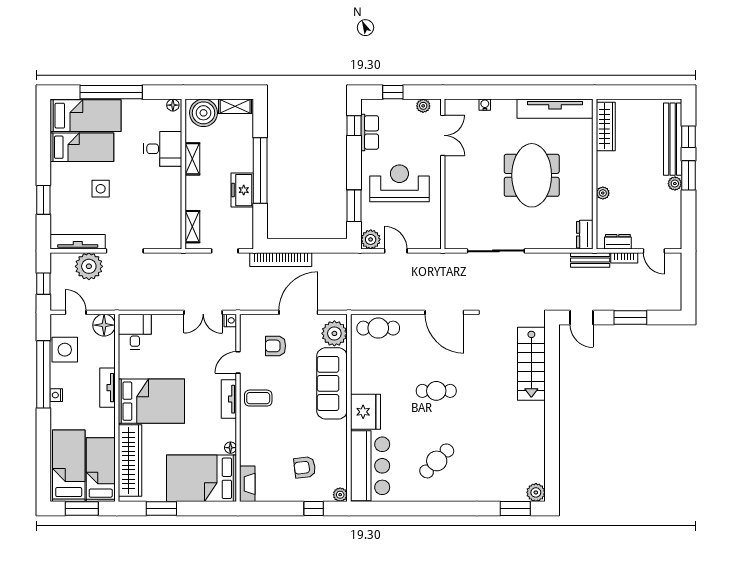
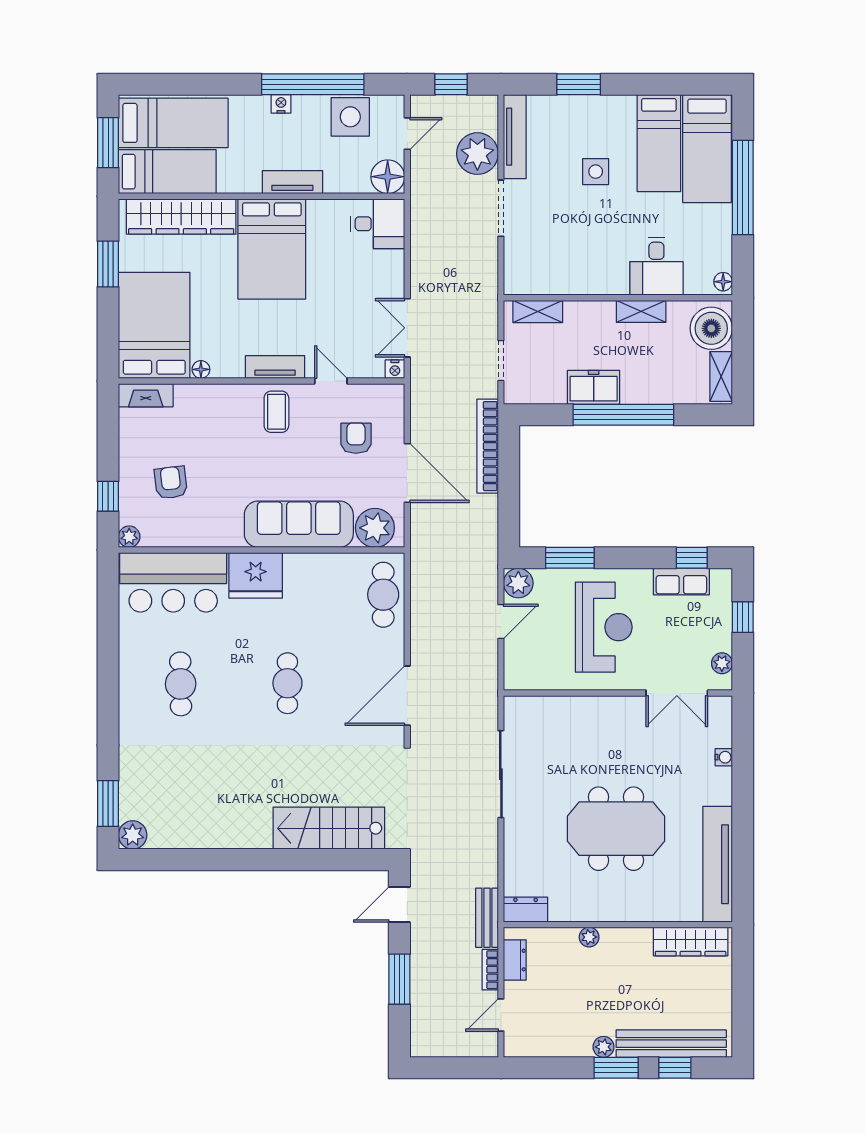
cafe table: (437, 461) -> (181, 684), turned 45

